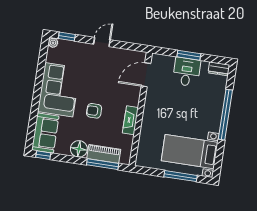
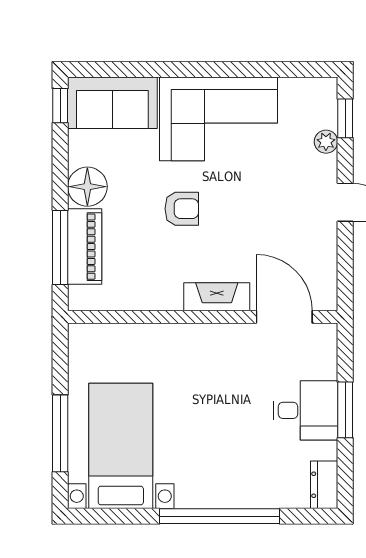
plant: (53, 43) -> (326, 142), moved
armchair: (94, 111) -> (182, 209), turned 90
fireplace: (130, 120) -> (217, 297), moved

